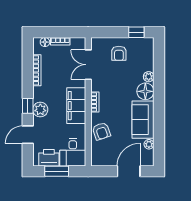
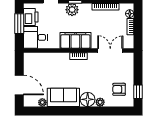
armchair: (119, 53) -> (119, 89), moved
armchair: (101, 131) -> (54, 62), removed

